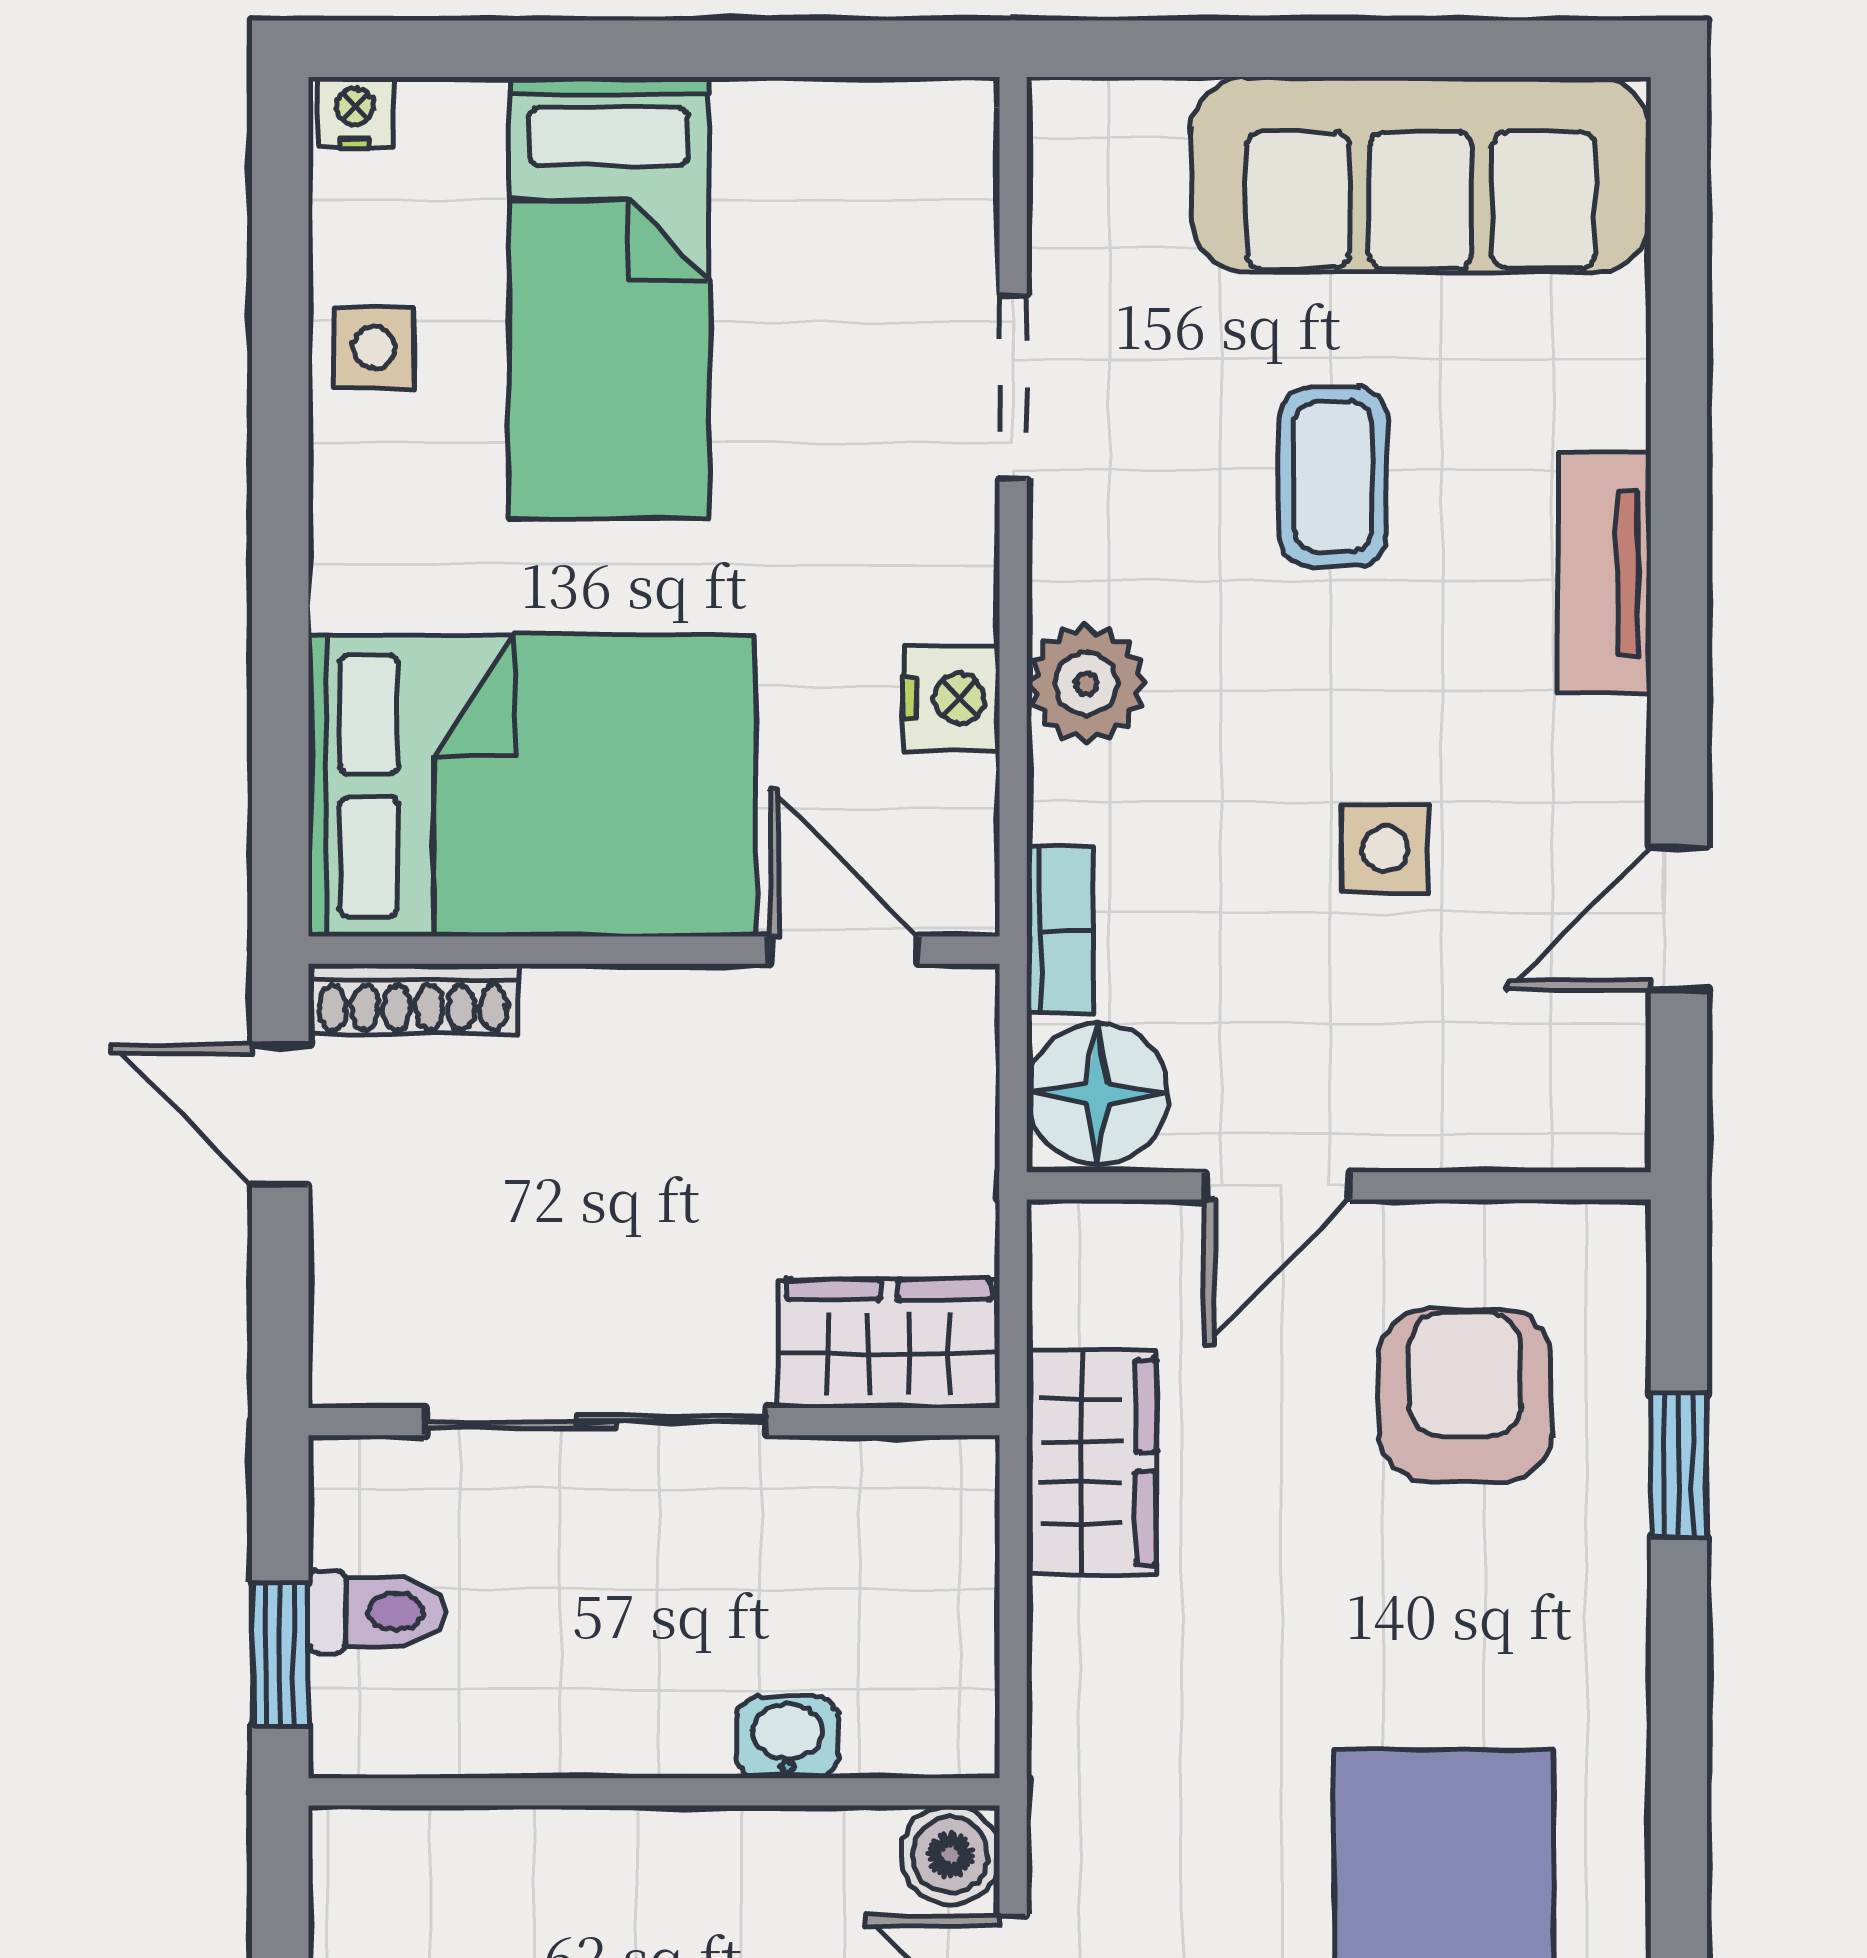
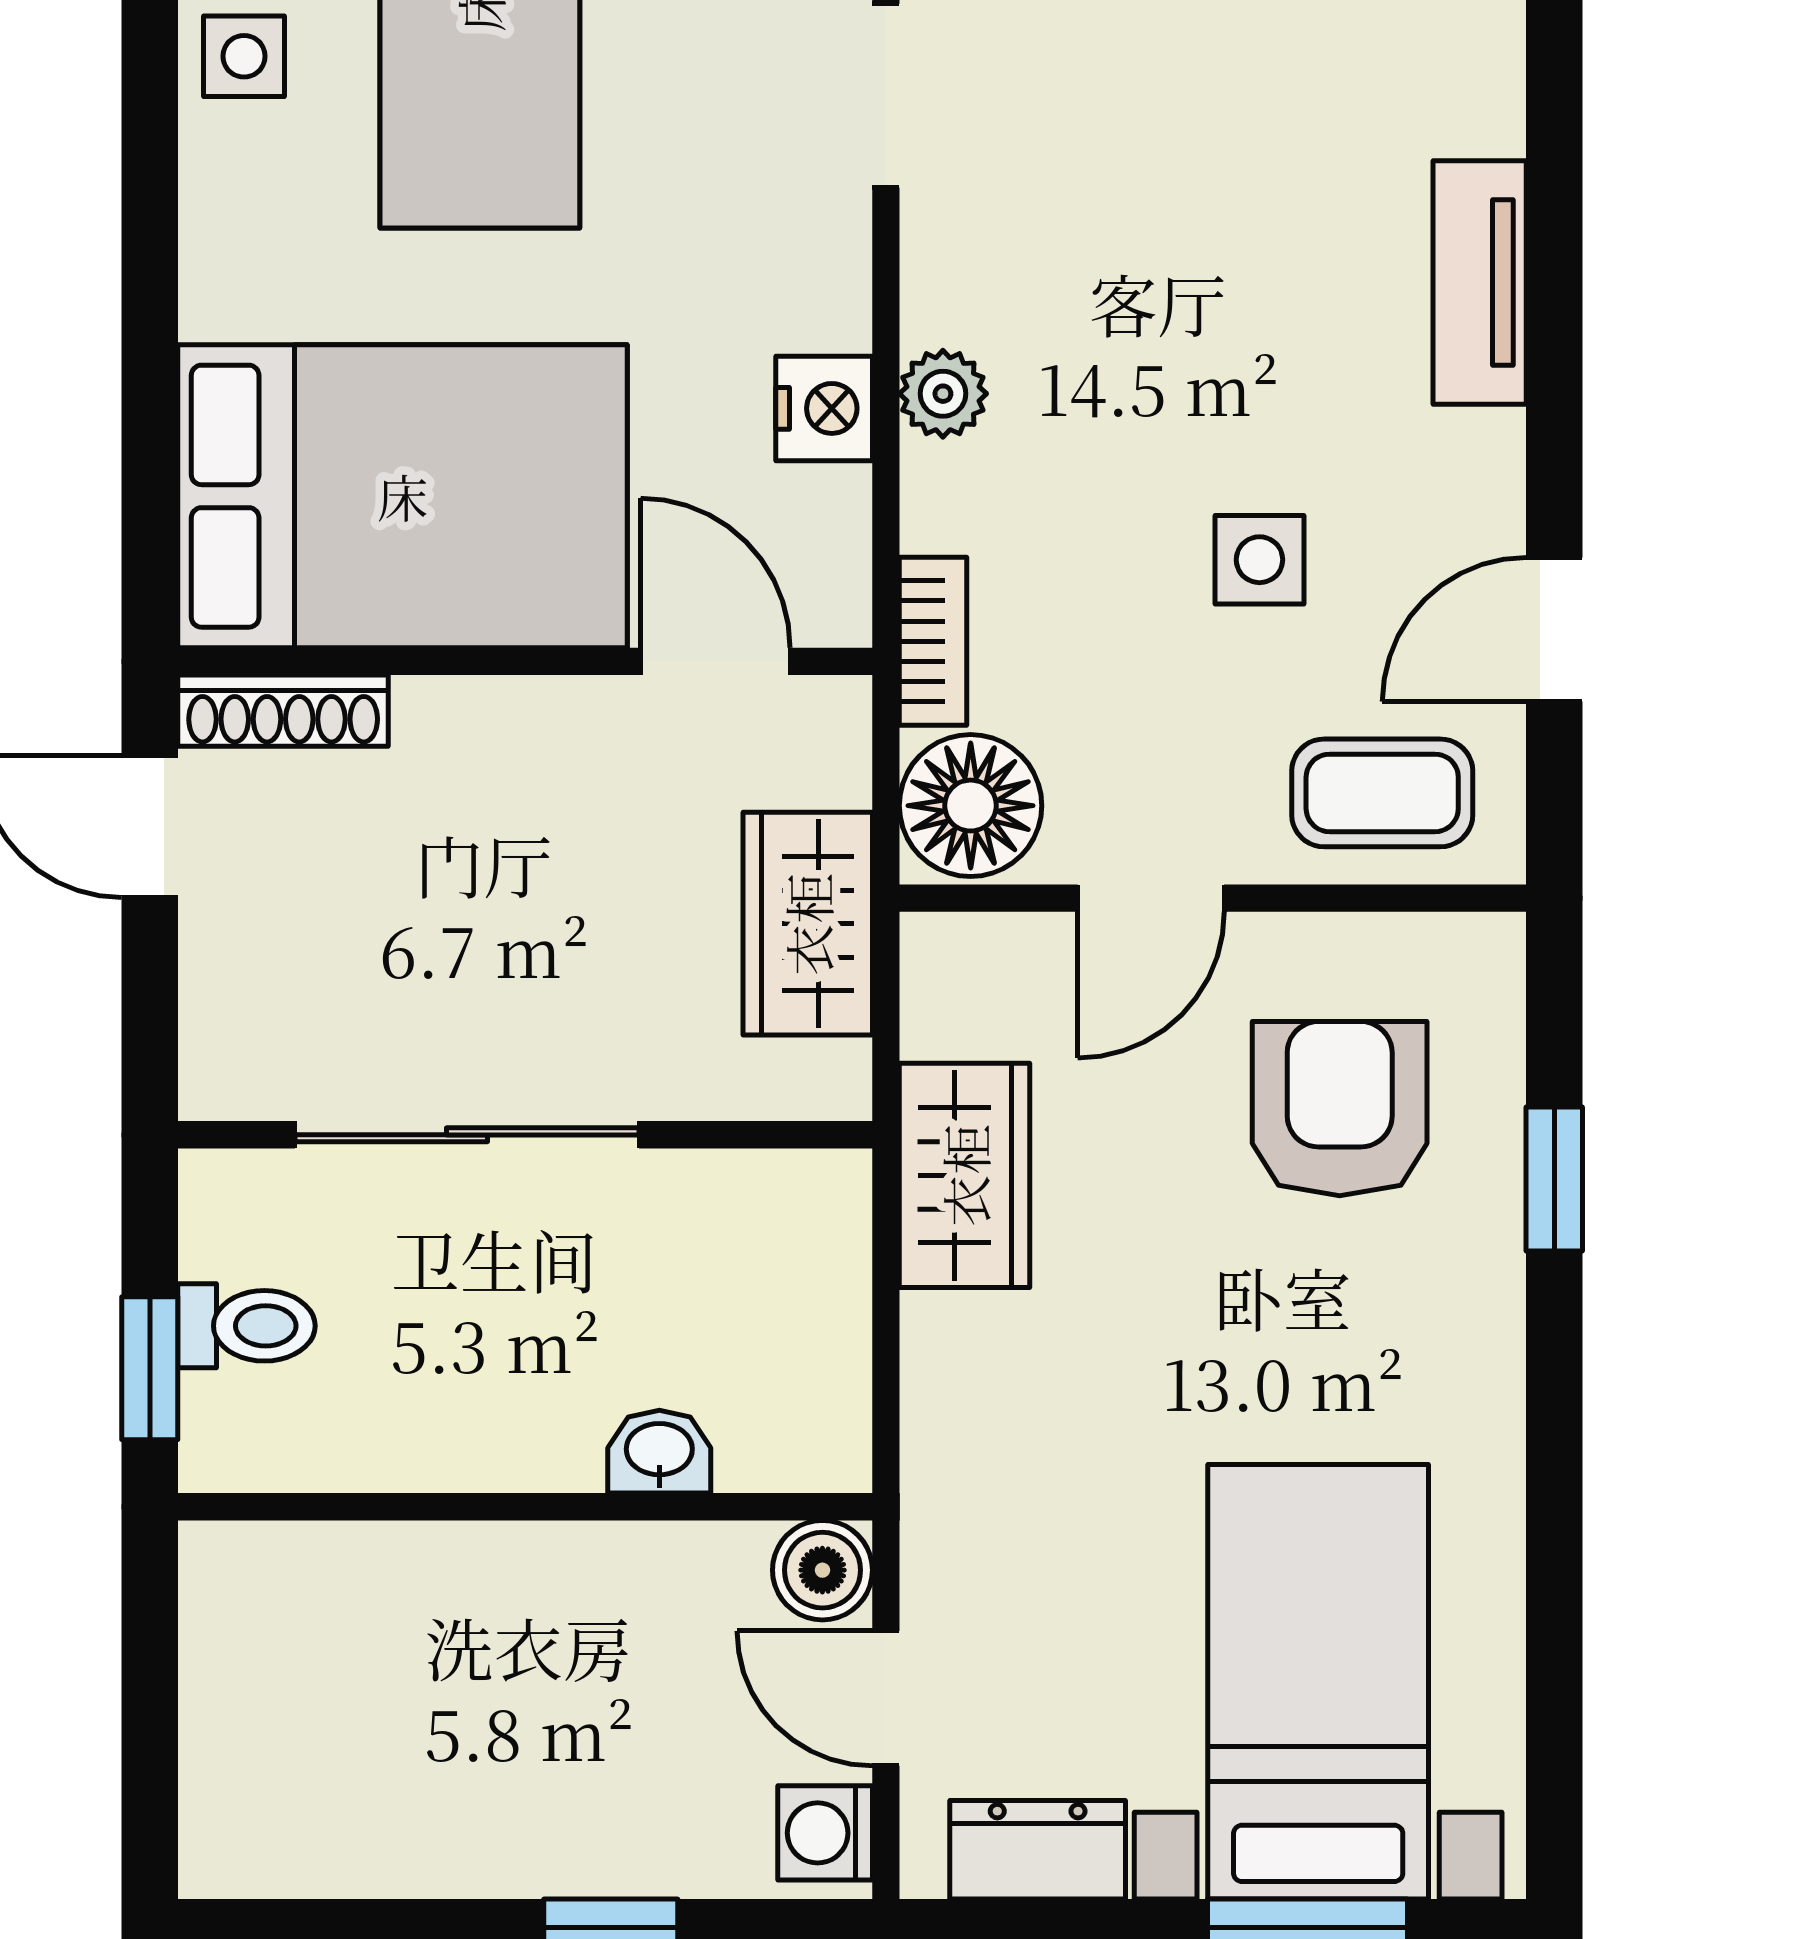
coffee table: (1333, 476) -> (1382, 793), moved, turned 90
plant: (1086, 684) -> (943, 394), width x0.73, depth x0.73
wardrobe: (889, 1344) -> (808, 924), moved, turned -90

